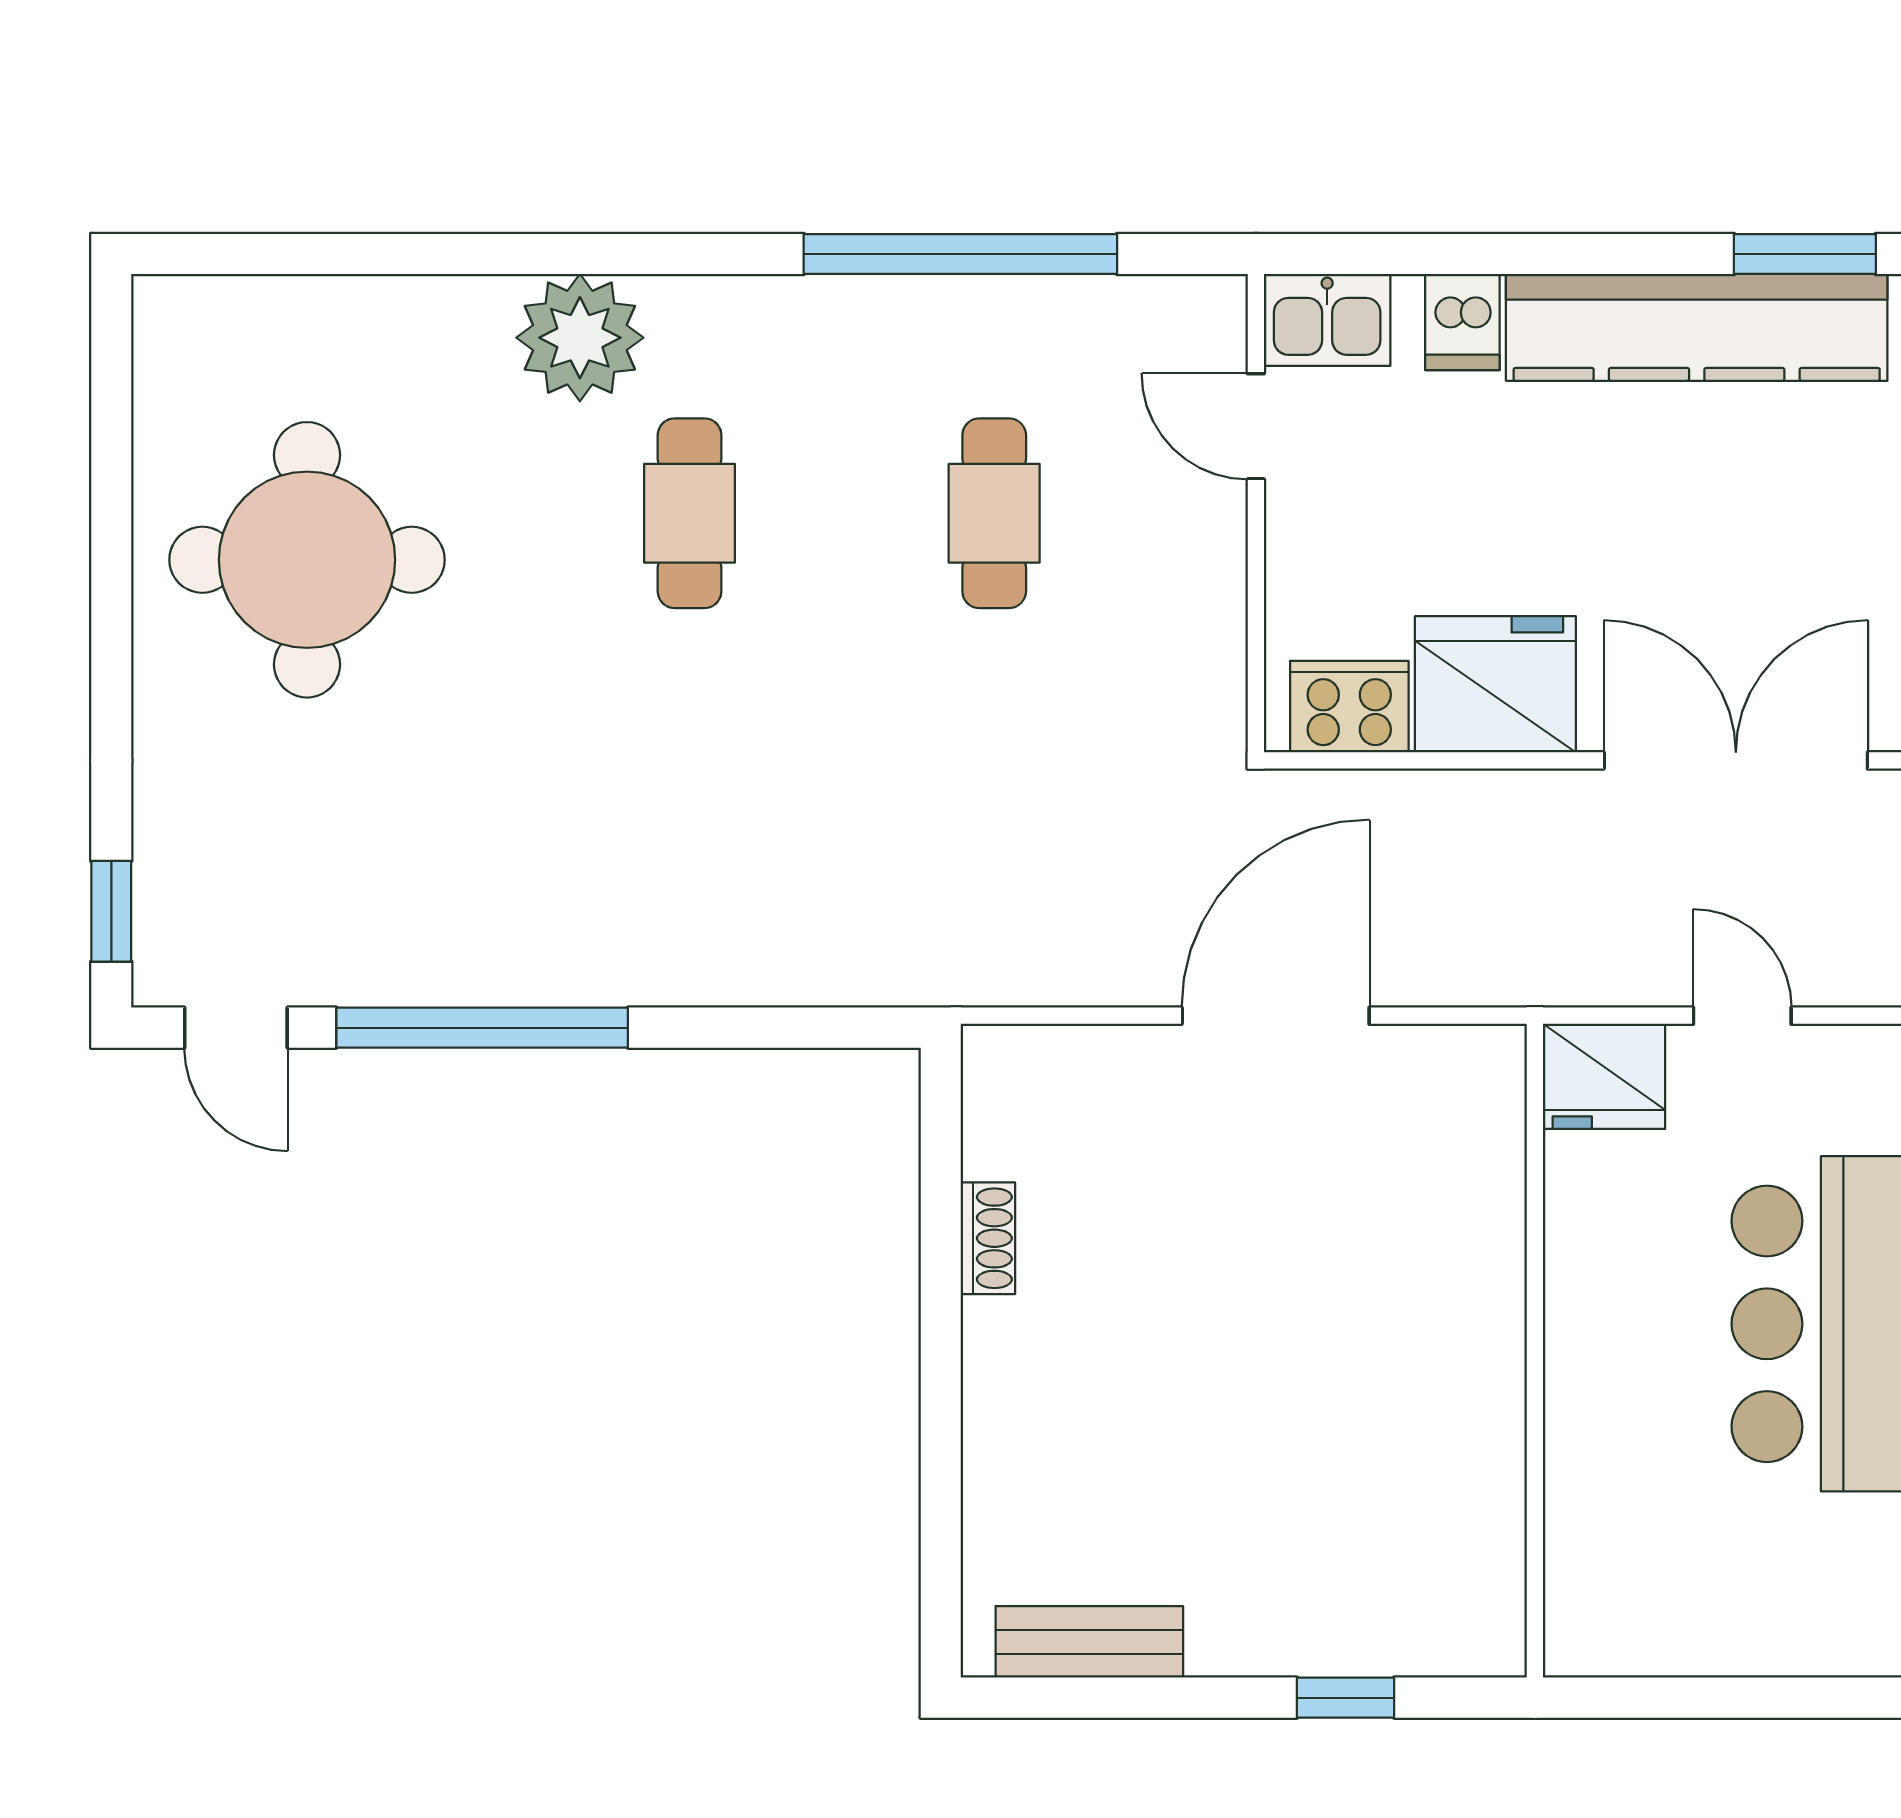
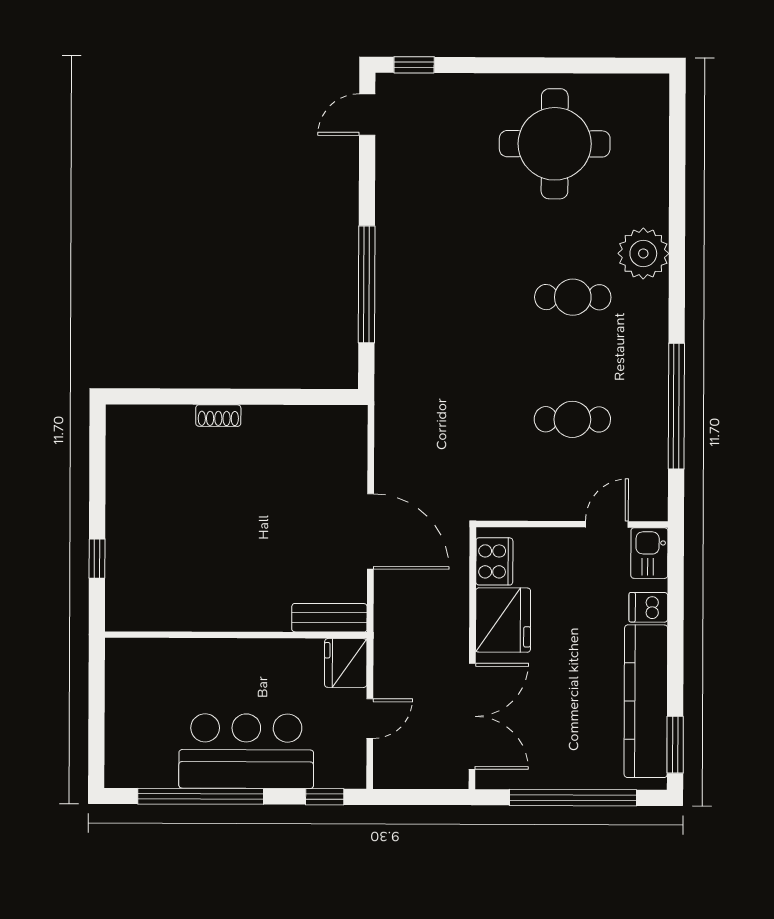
window: (482, 1028) -> (367, 284), moved
shoe rack: (988, 1238) -> (218, 416), moved
bench: (1089, 1642) -> (329, 618), moved, turned 90

